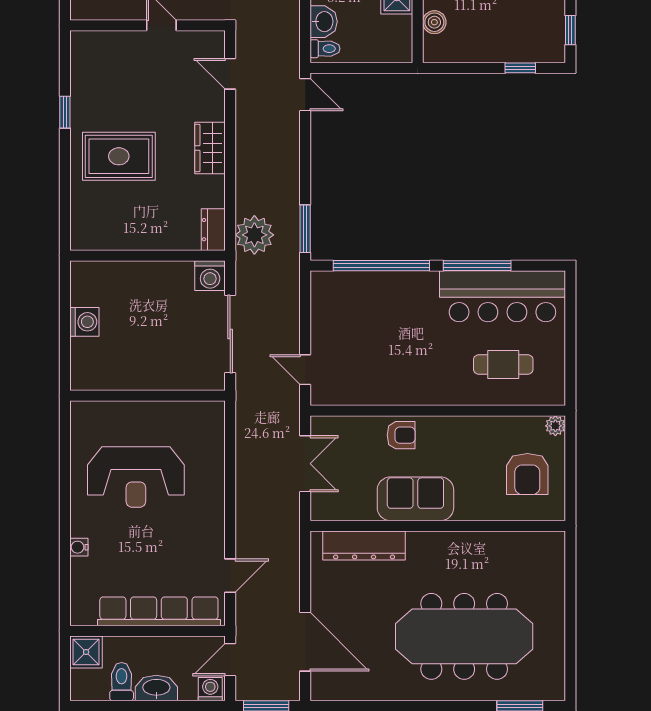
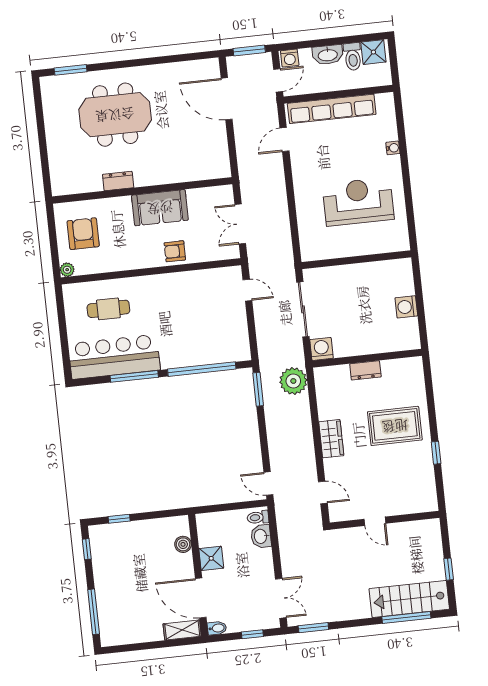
dresser: (213, 230) -> (365, 370), moved, turned 90
dresser: (364, 545) -> (118, 181), moved, width x0.51, depth x0.80
meeting table: (464, 636) -> (115, 115), width x0.73
shower: (86, 652) -> (373, 52), moved

